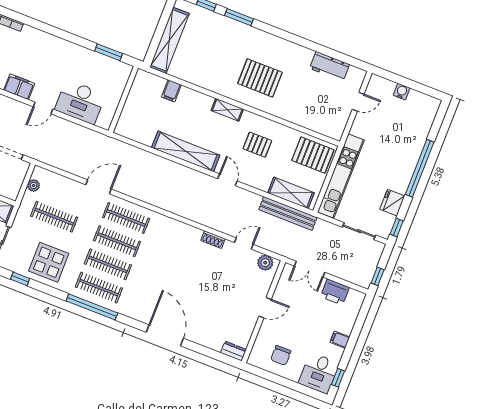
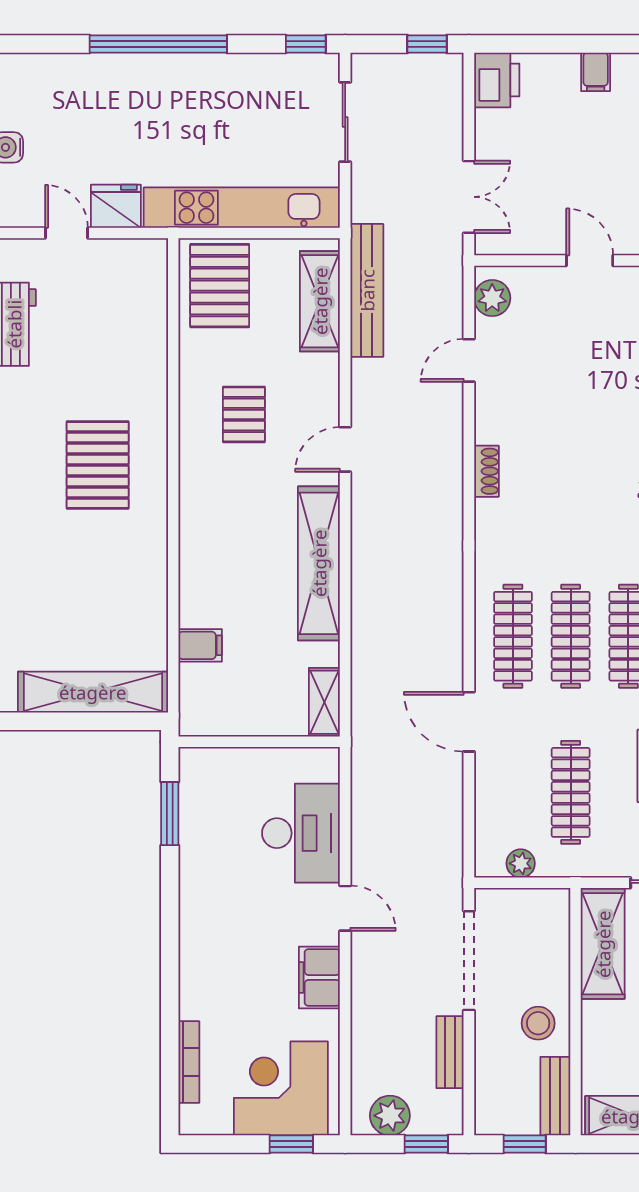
shelving: (227, 110) -> (324, 702), moved
fridge: (392, 203) -> (116, 206), moved, turned 180
shoe rack: (213, 240) -> (486, 471), moved
door: (244, 244) -> (469, 360), hinge flipped
printer: (335, 292) -> (497, 80), moved

